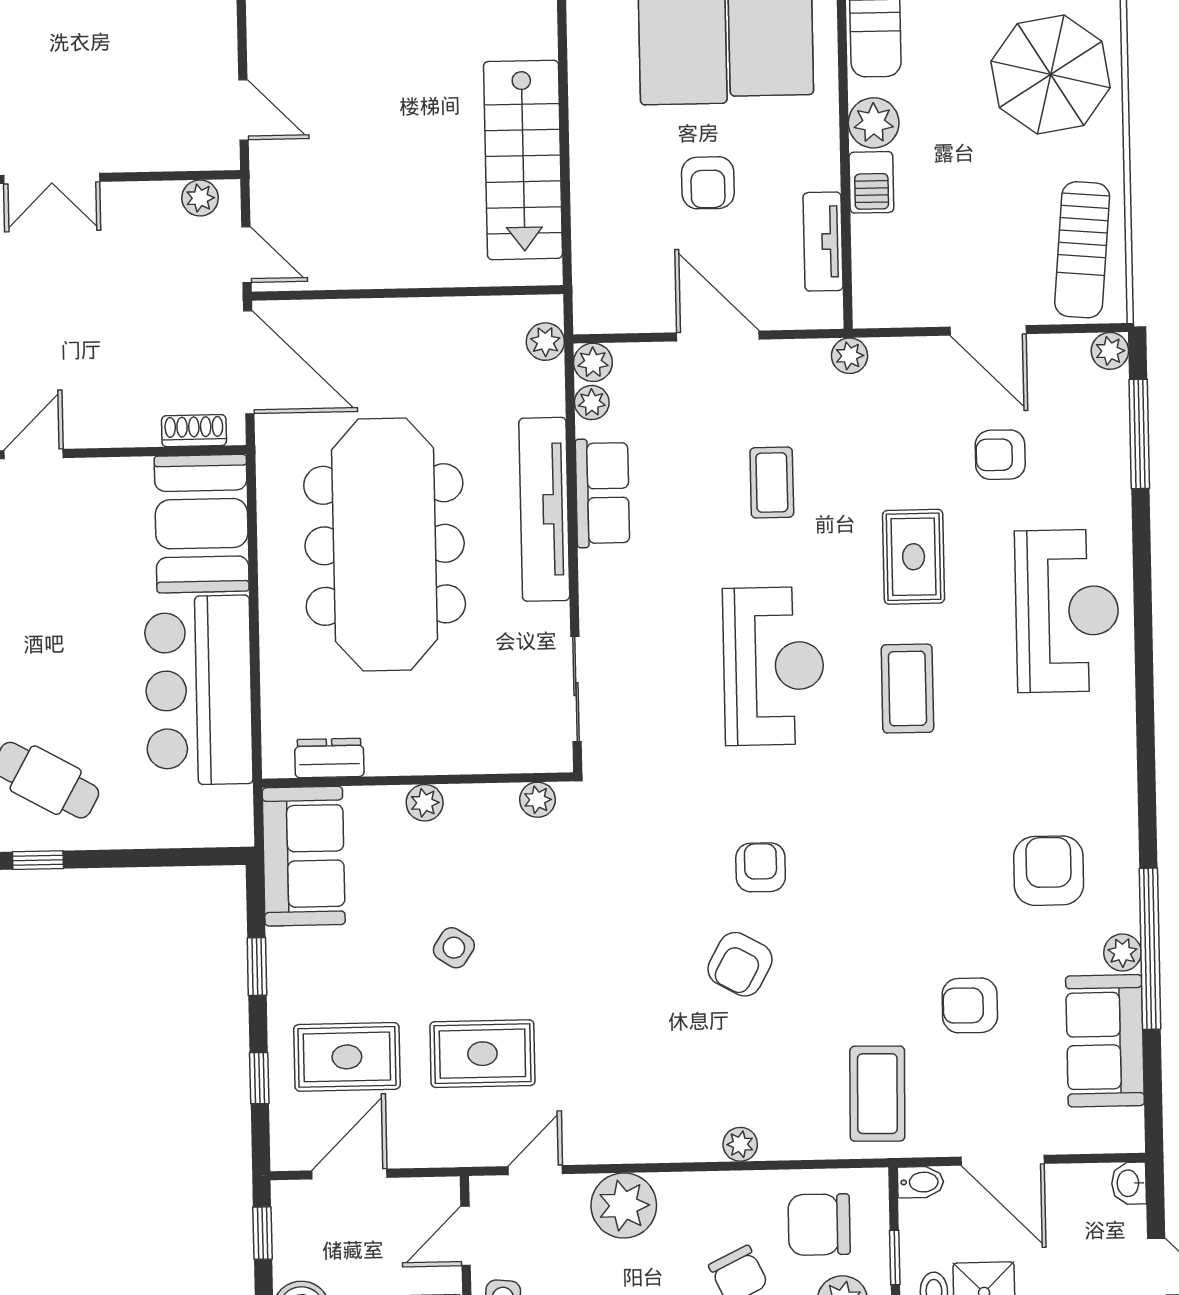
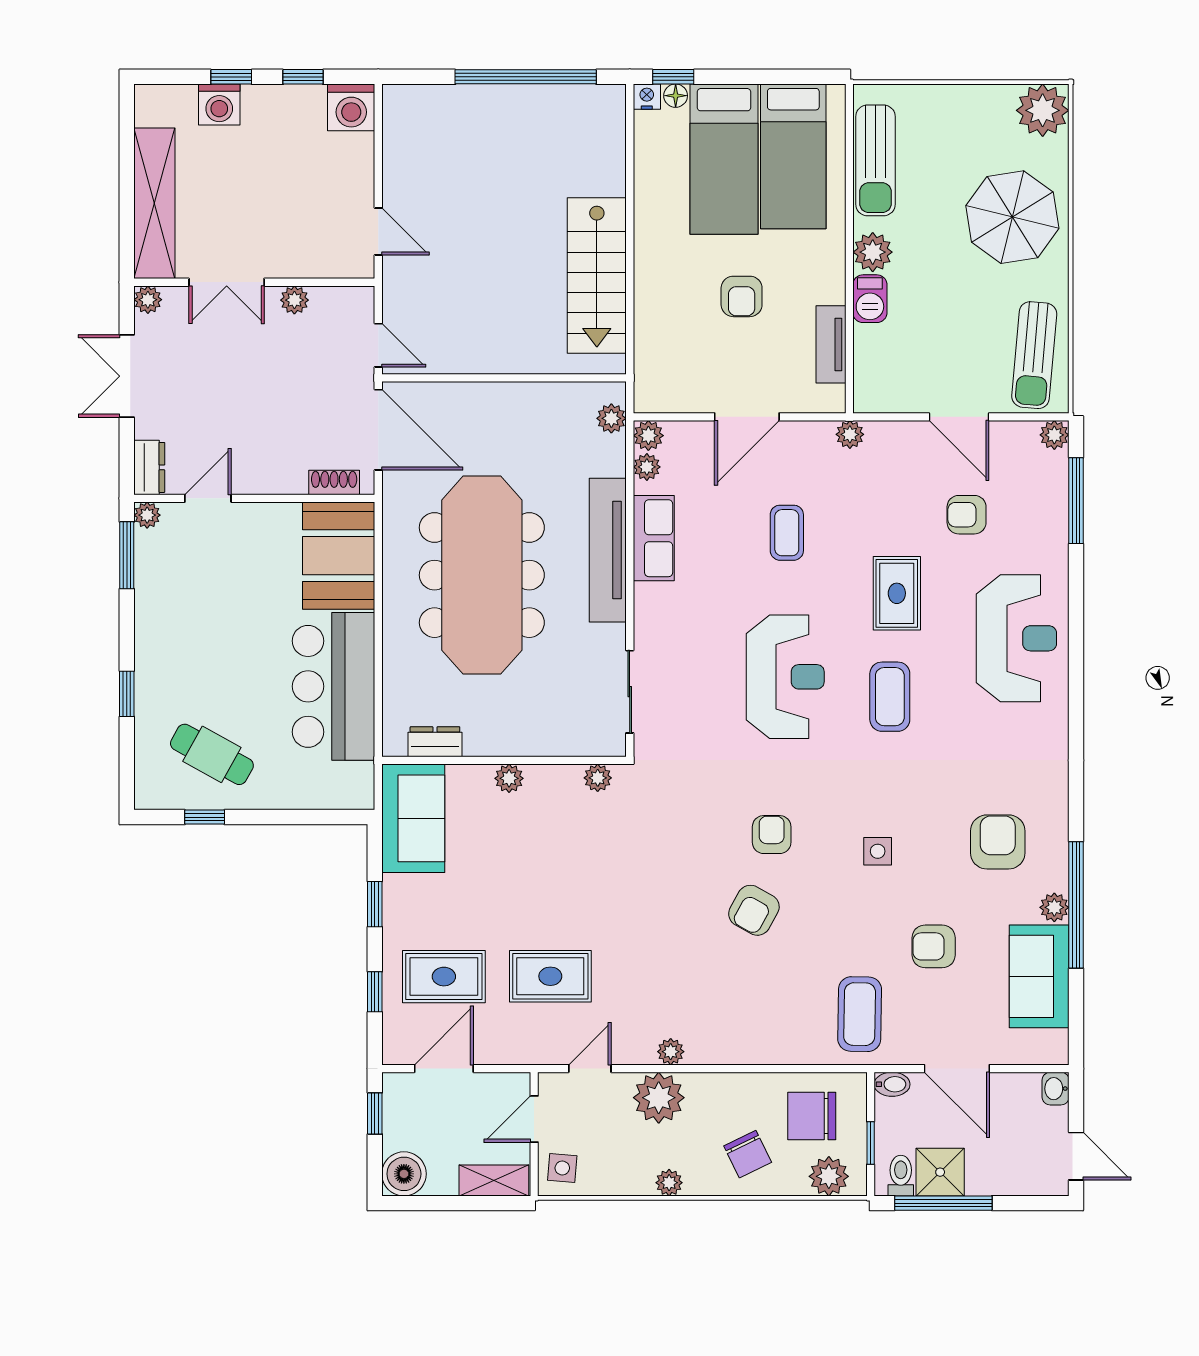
plant: (200, 198) -> (294, 300), moved
door: (718, 336) -> (747, 417), swing flipped
side table: (454, 948) -> (878, 851), moved, turned -33
plant: (740, 1144) -> (671, 1052), moved

